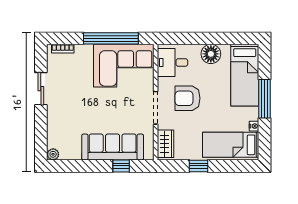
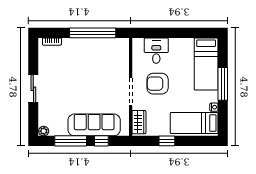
floor lamp: (211, 54) -> (177, 46), removed
desk: (172, 62) -> (156, 51), moved, turned 90
corner sofa: (124, 66) -> (104, 56), removed
sliding door: (41, 89) -> (33, 89), moved
window: (85, 166) -> (71, 141), added

